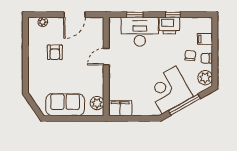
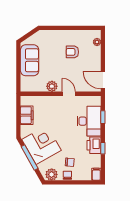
door: (75, 15) -> (103, 80), moved
filing cabinet: (205, 39) -> (96, 174), moved
plant: (97, 103) -> (52, 86), moved
filing cabinet: (120, 108) -> (27, 115), moved

